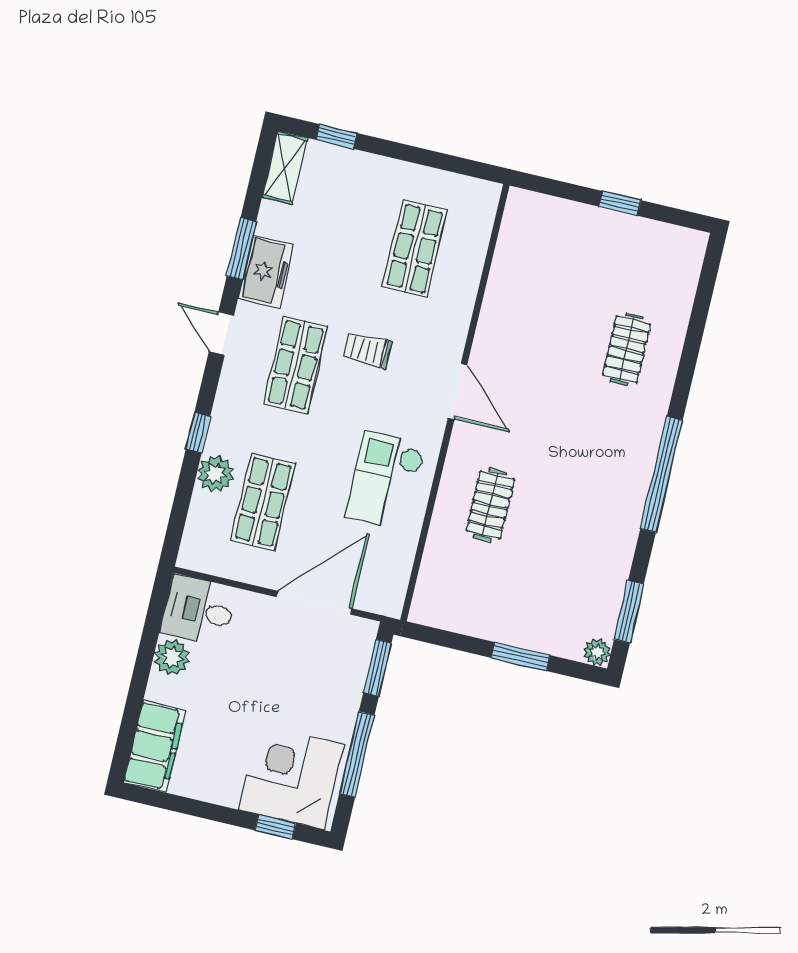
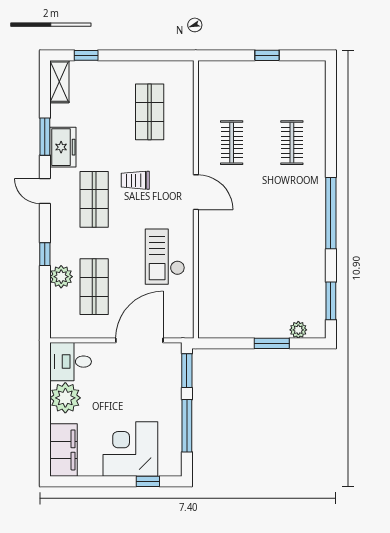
clothes rail: (490, 505) -> (232, 143), moved
plant: (597, 652) -> (298, 330), moved
plant: (172, 657) -> (65, 398), width x1.36, depth x1.36
corner desk: (291, 777) -> (130, 449), moved

